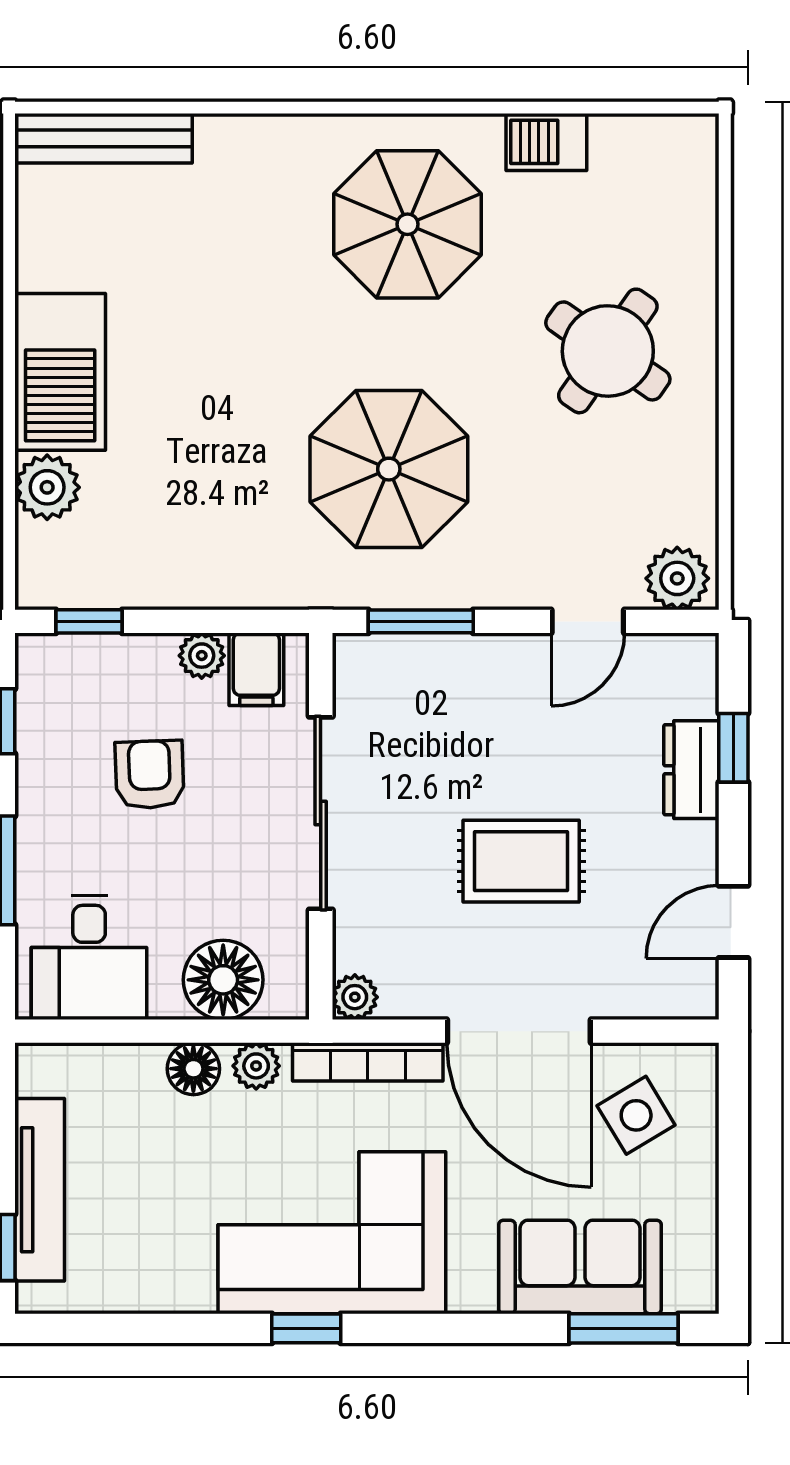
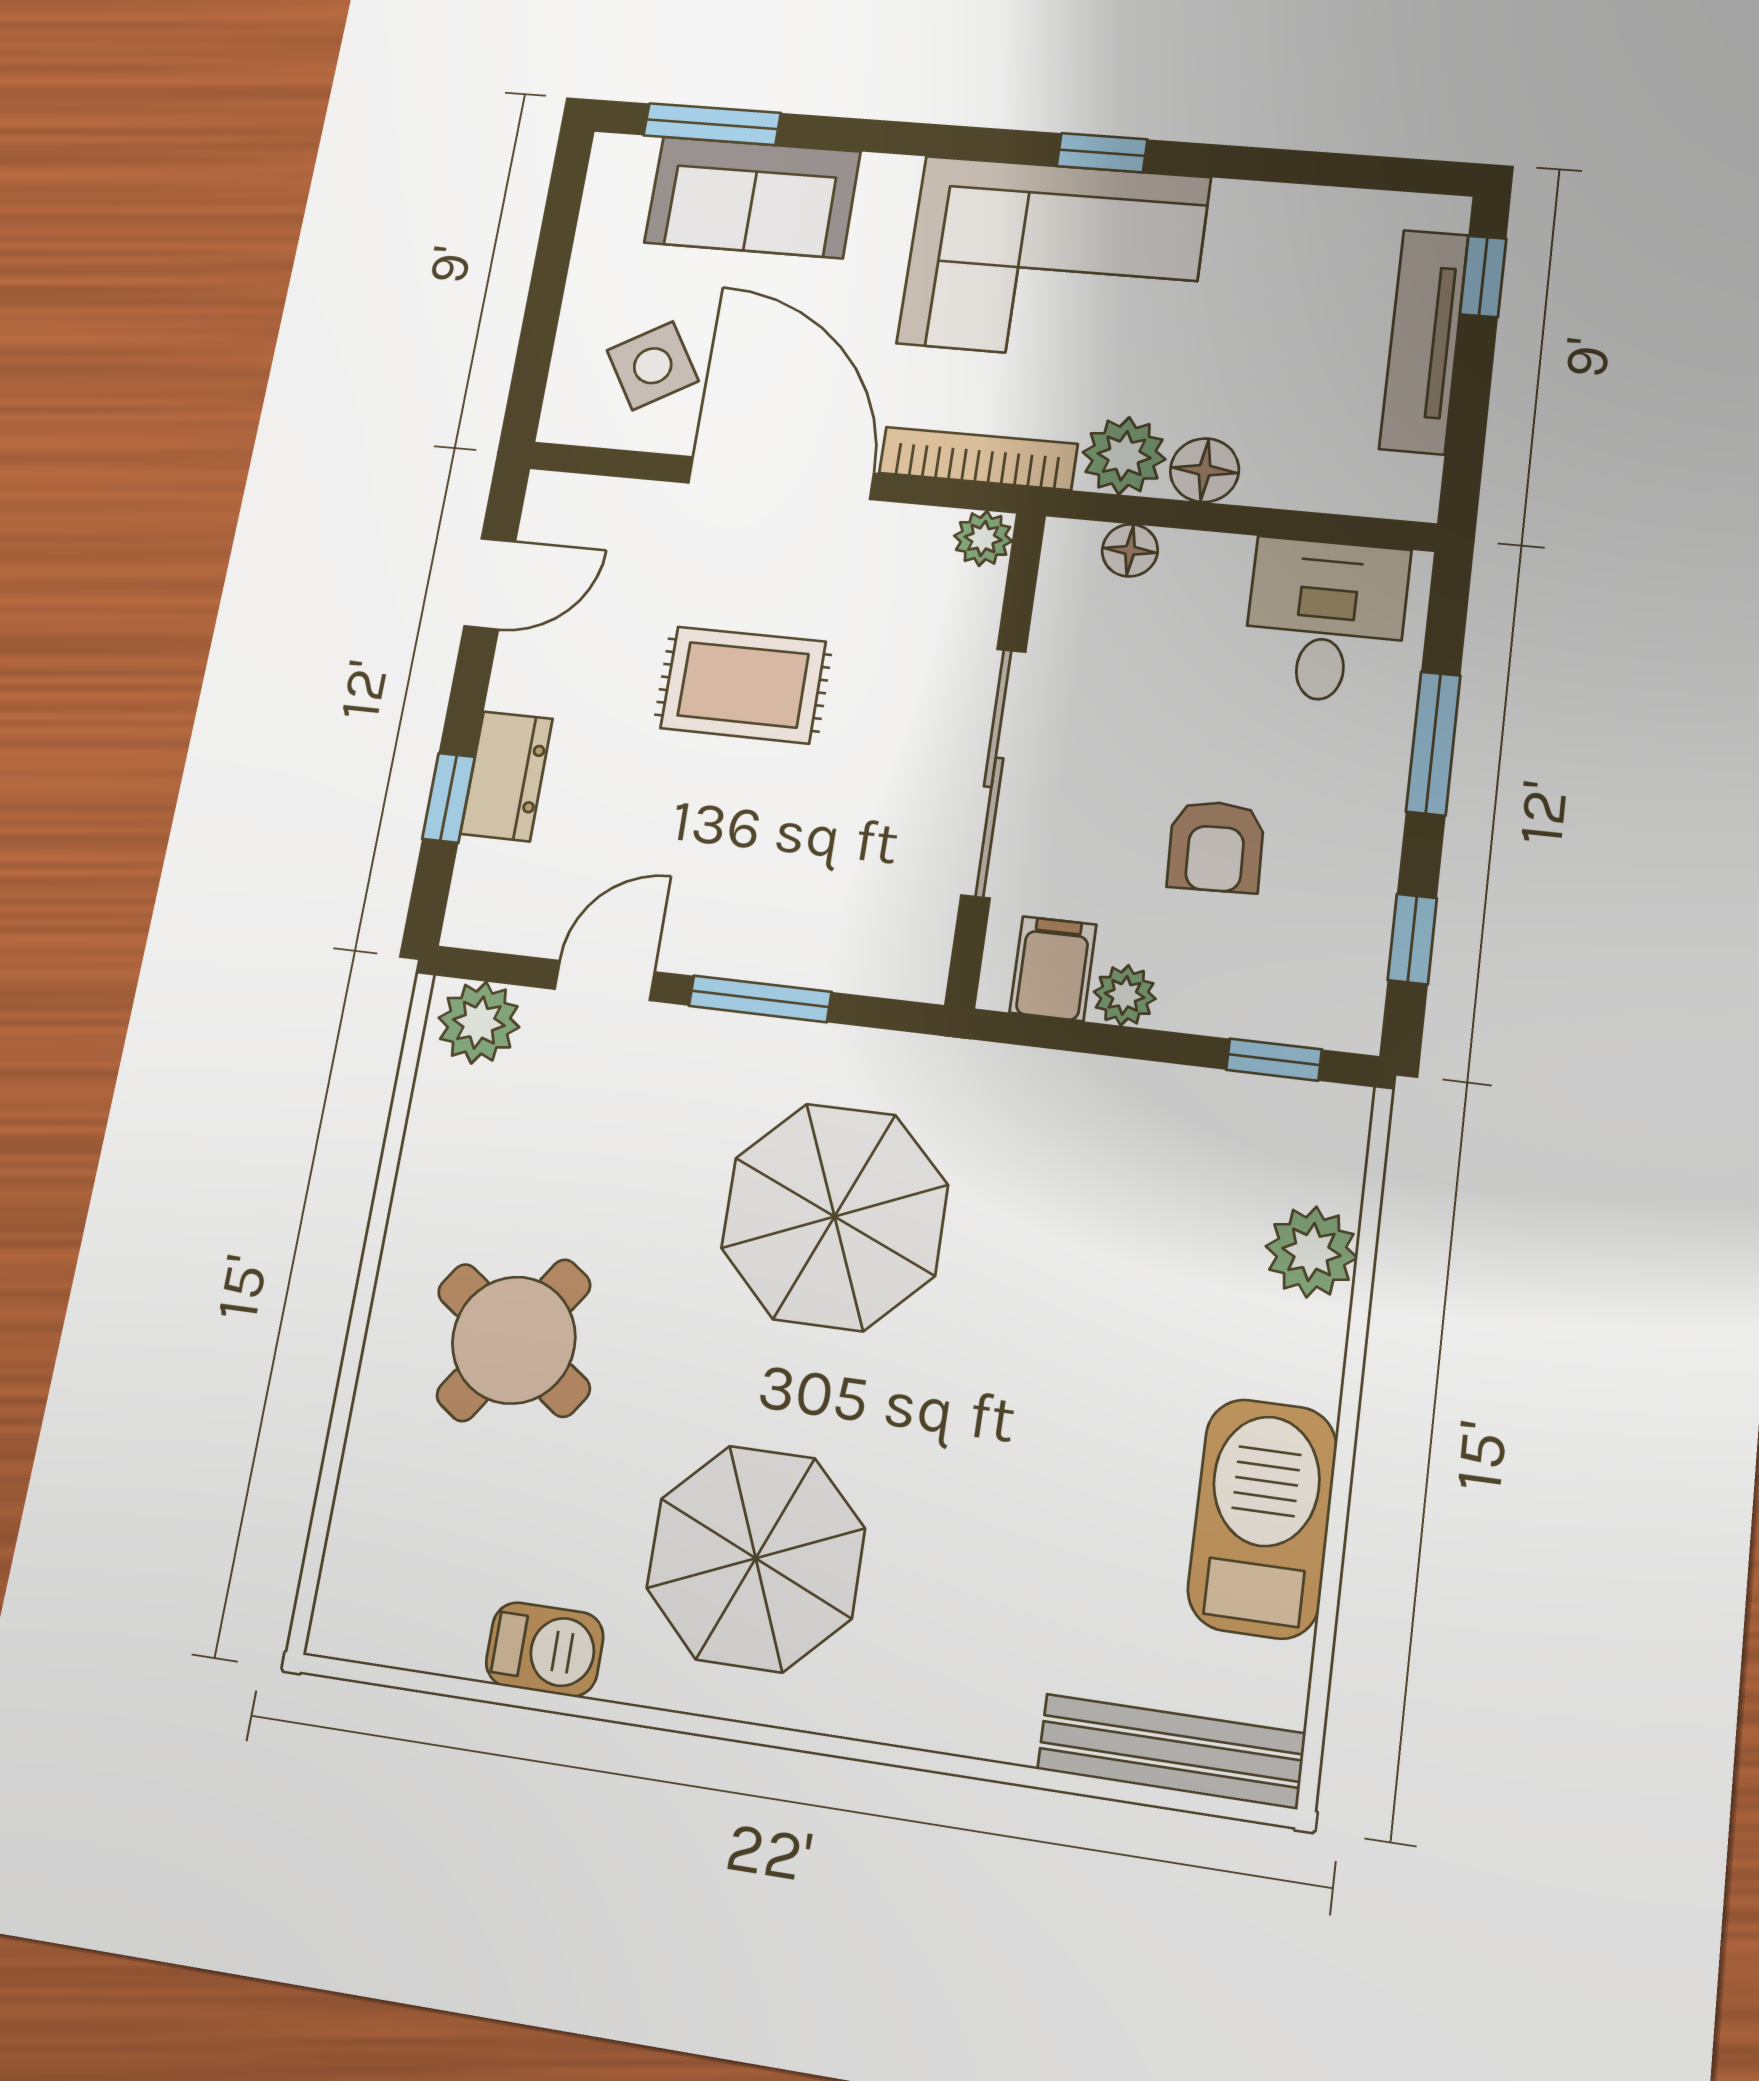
barbecue: (60, 372) -> (1262, 1518), moved
window: (421, 621) -> (760, 999), moved
floor lamp: (223, 980) -> (1130, 550), width x0.53, depth x0.53
plant: (256, 1066) -> (1124, 456), width x1.38, depth x1.38

